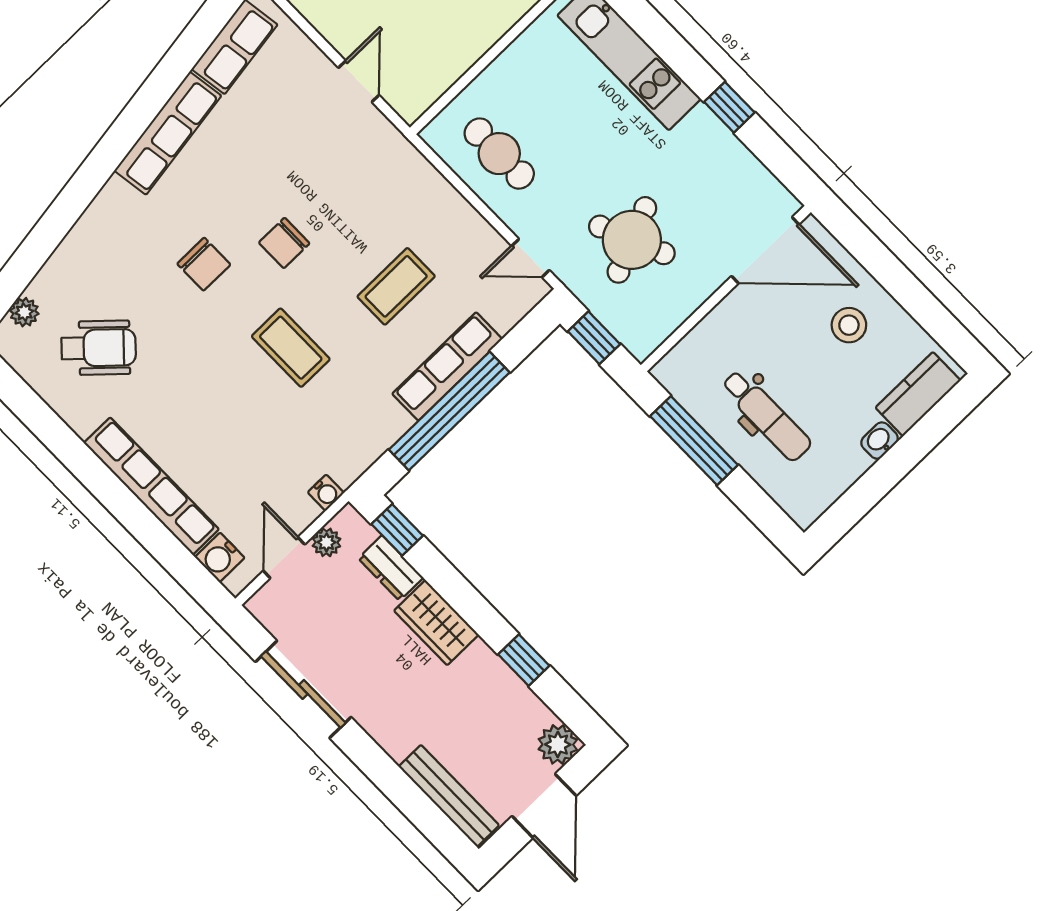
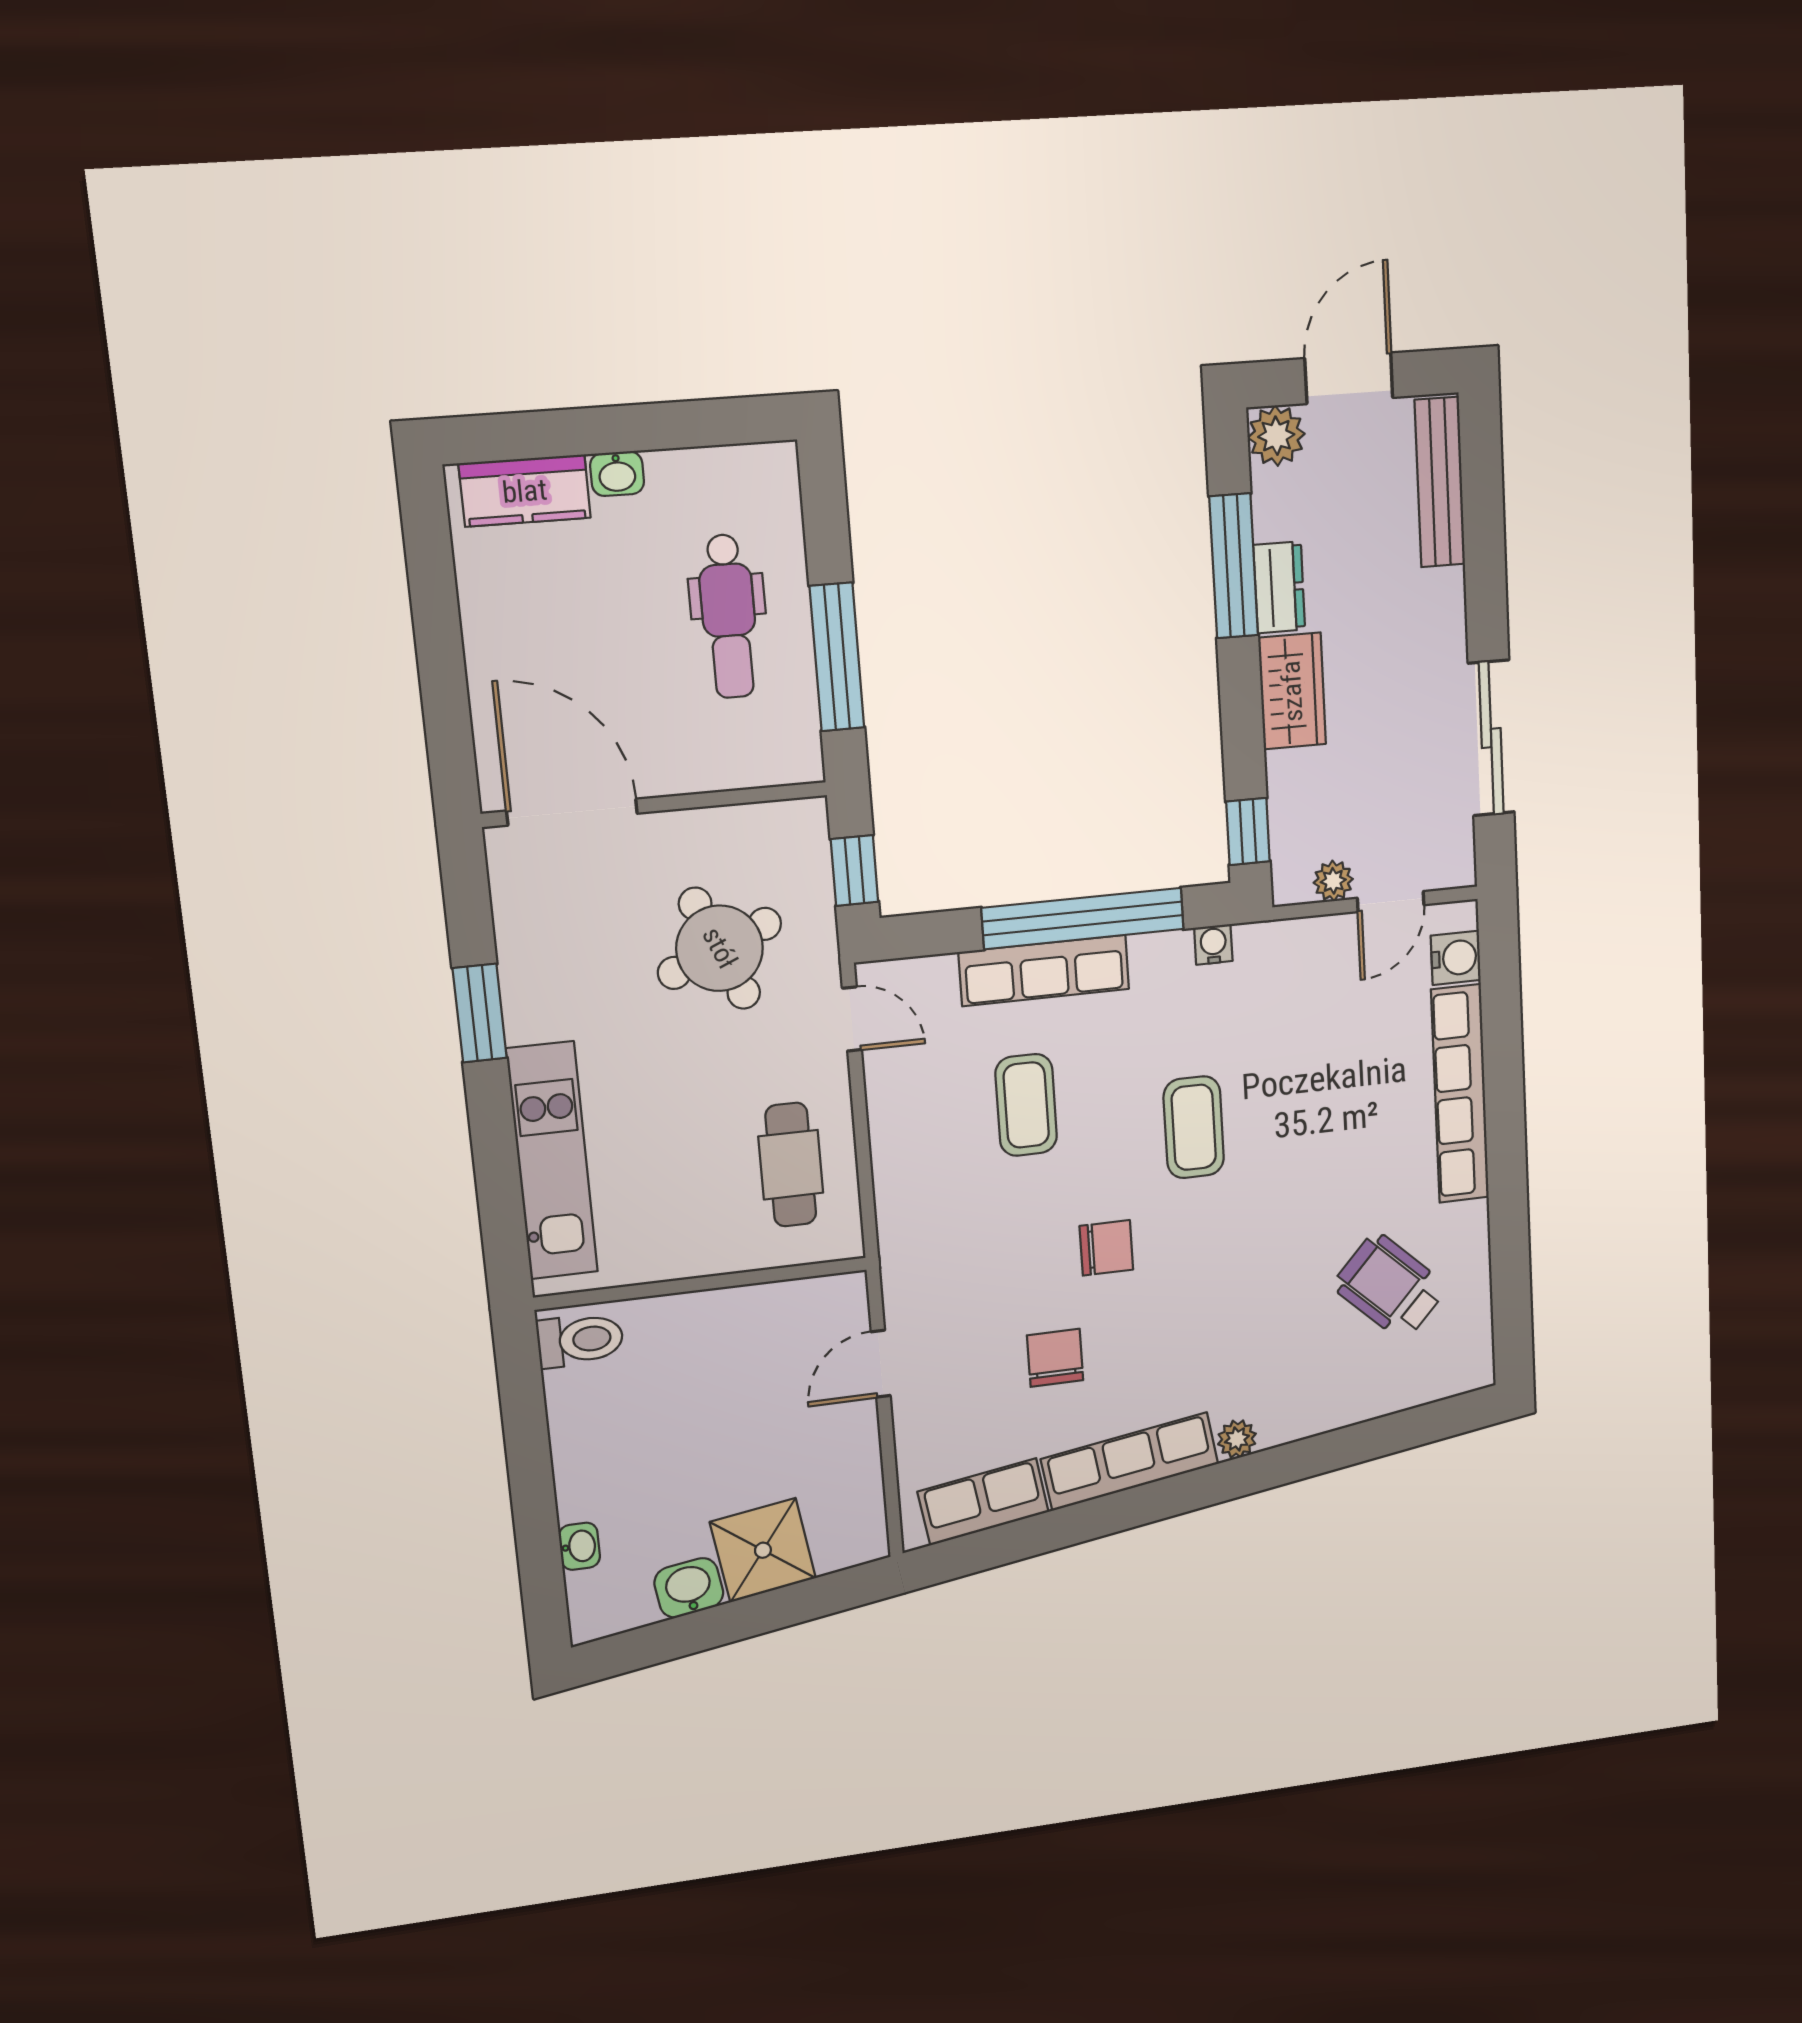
window: (729, 107) -> (480, 1013), width x1.50
chair: (204, 264) -> (1055, 1358), moved
coffee table: (396, 286) -> (1026, 1105), turned 90
plant: (24, 312) -> (1237, 1439), moved
stool: (849, 325) -> (543, 643), removed
dental chair: (766, 415) -> (729, 616), turned 180
water cooler: (326, 493) -> (1213, 944), moved
dresser: (391, 568) -> (1279, 587), moved
window: (524, 660) -> (1234, 566), width x2.17

